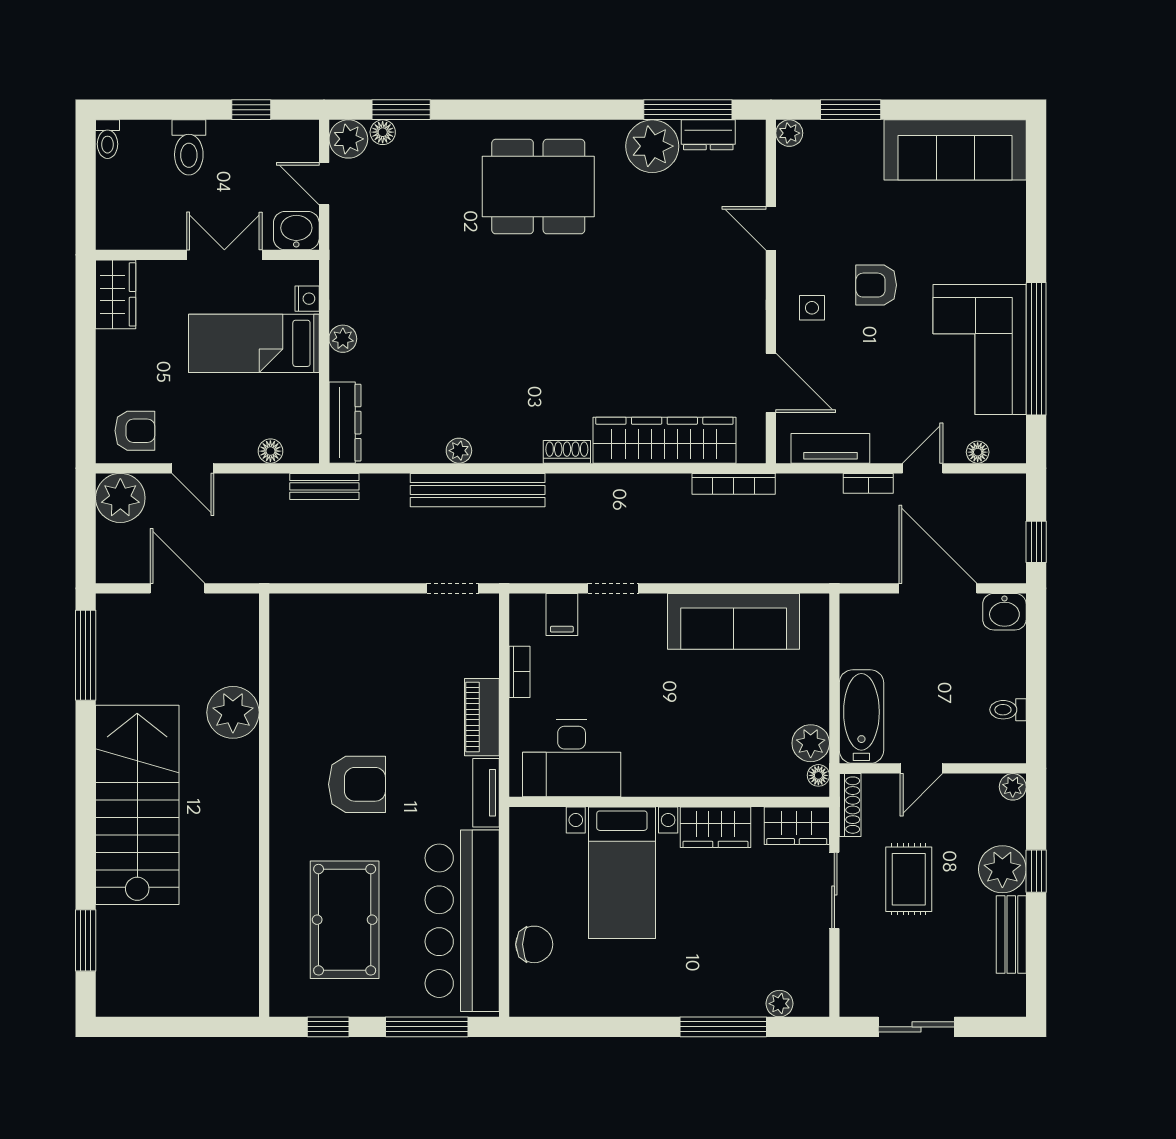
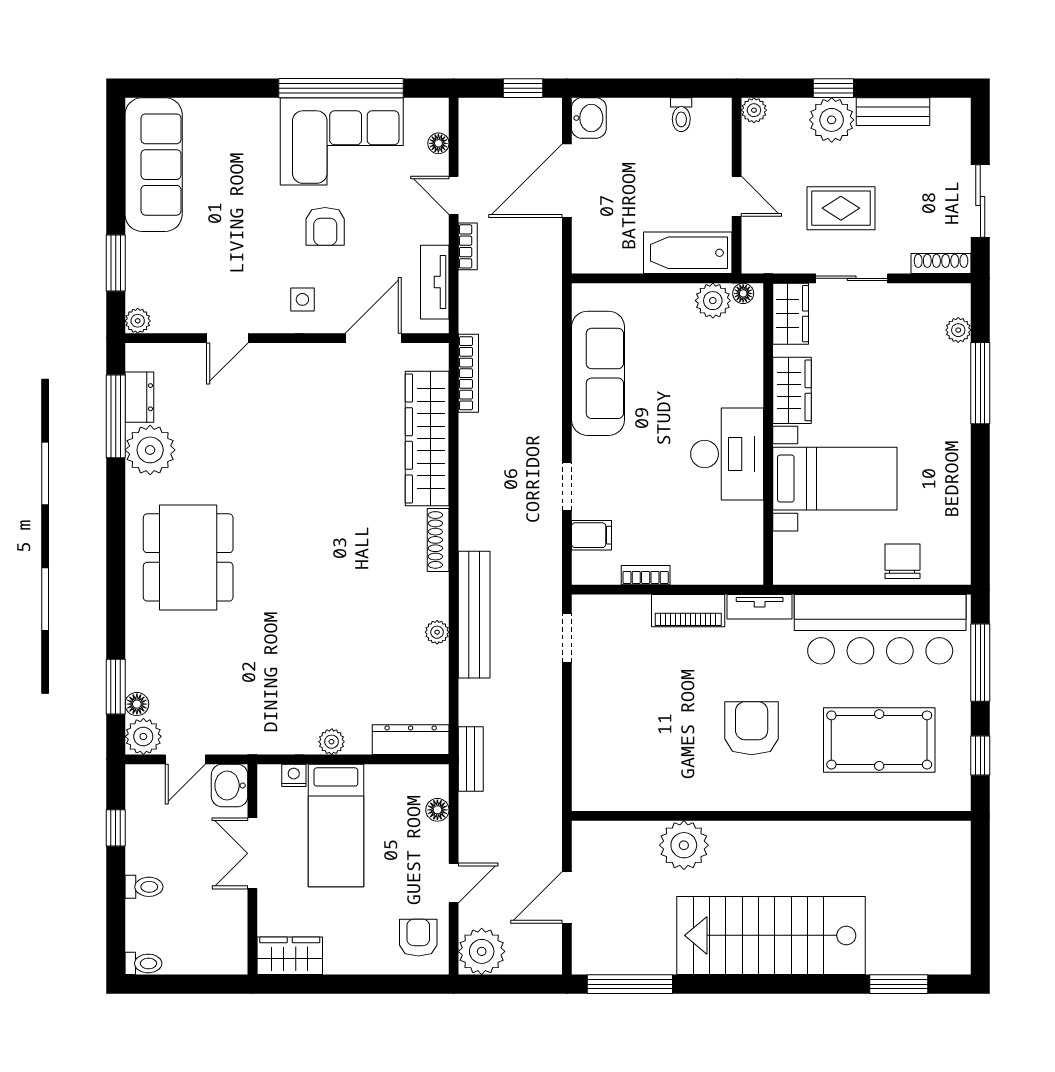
toilet: (189, 147) -> (144, 887), width x0.73, depth x0.72
armchair: (876, 285) -> (325, 226), moved
shoe rack: (567, 452) -> (438, 540), width x1.43
desk: (572, 758) -> (727, 454), moved
shoe rack: (850, 805) -> (941, 263), moved

